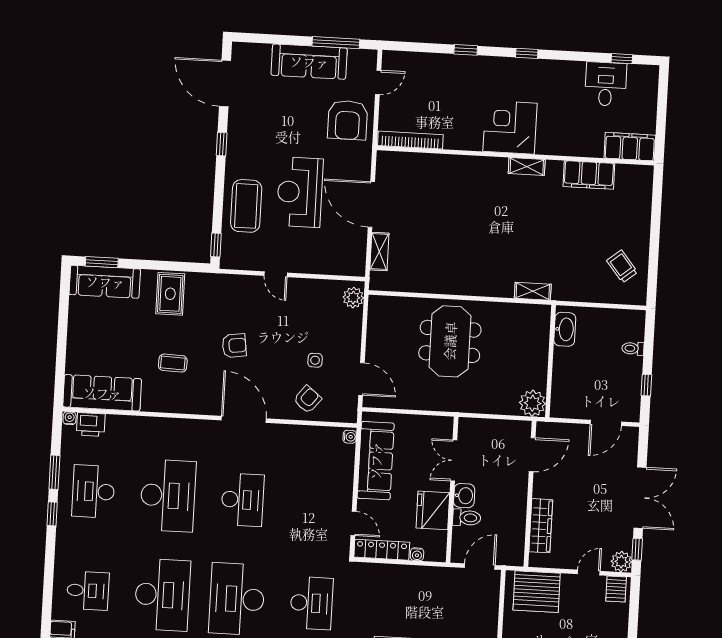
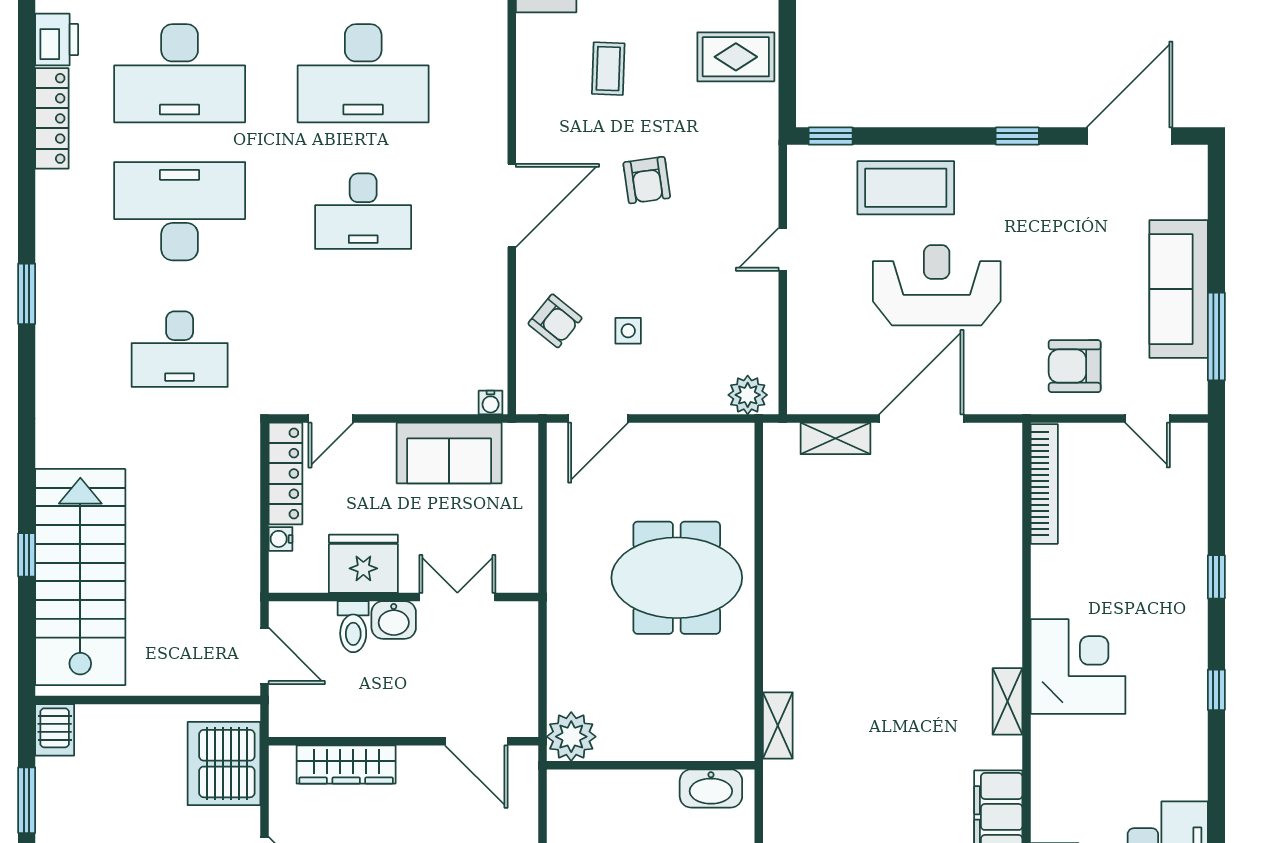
armchair: (348, 120) -> (1075, 366), width x0.73, depth x0.73
sofa: (376, 461) -> (449, 453), width x0.73

